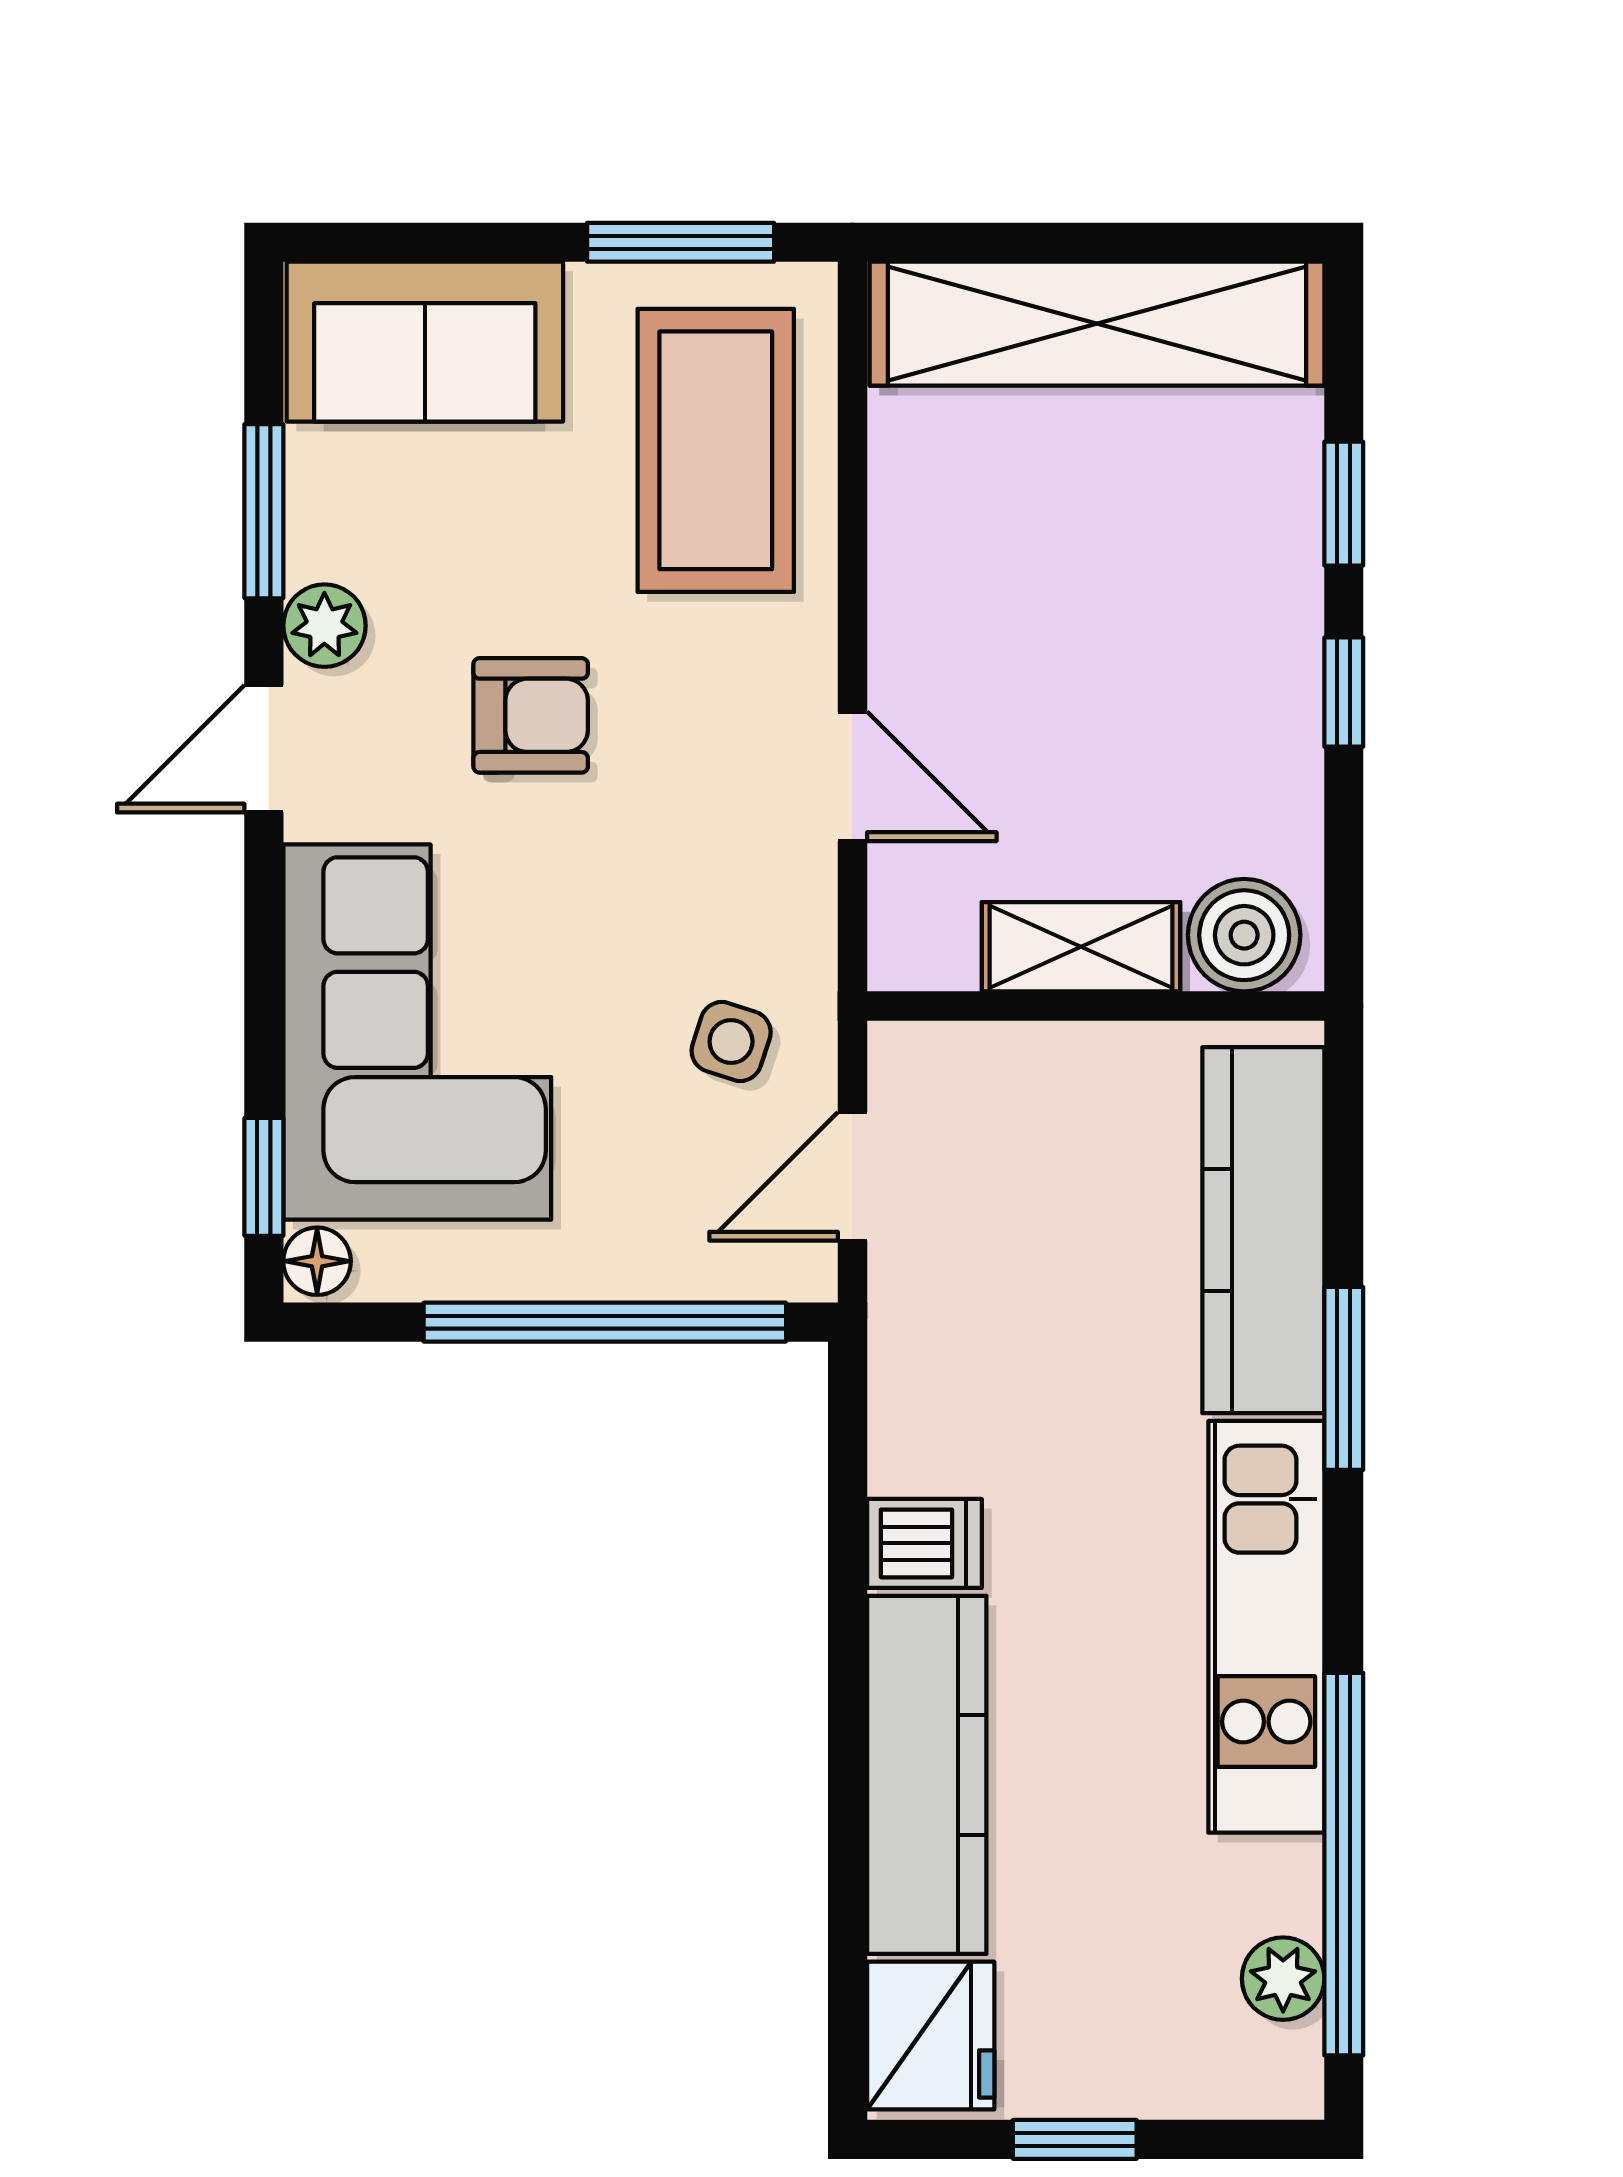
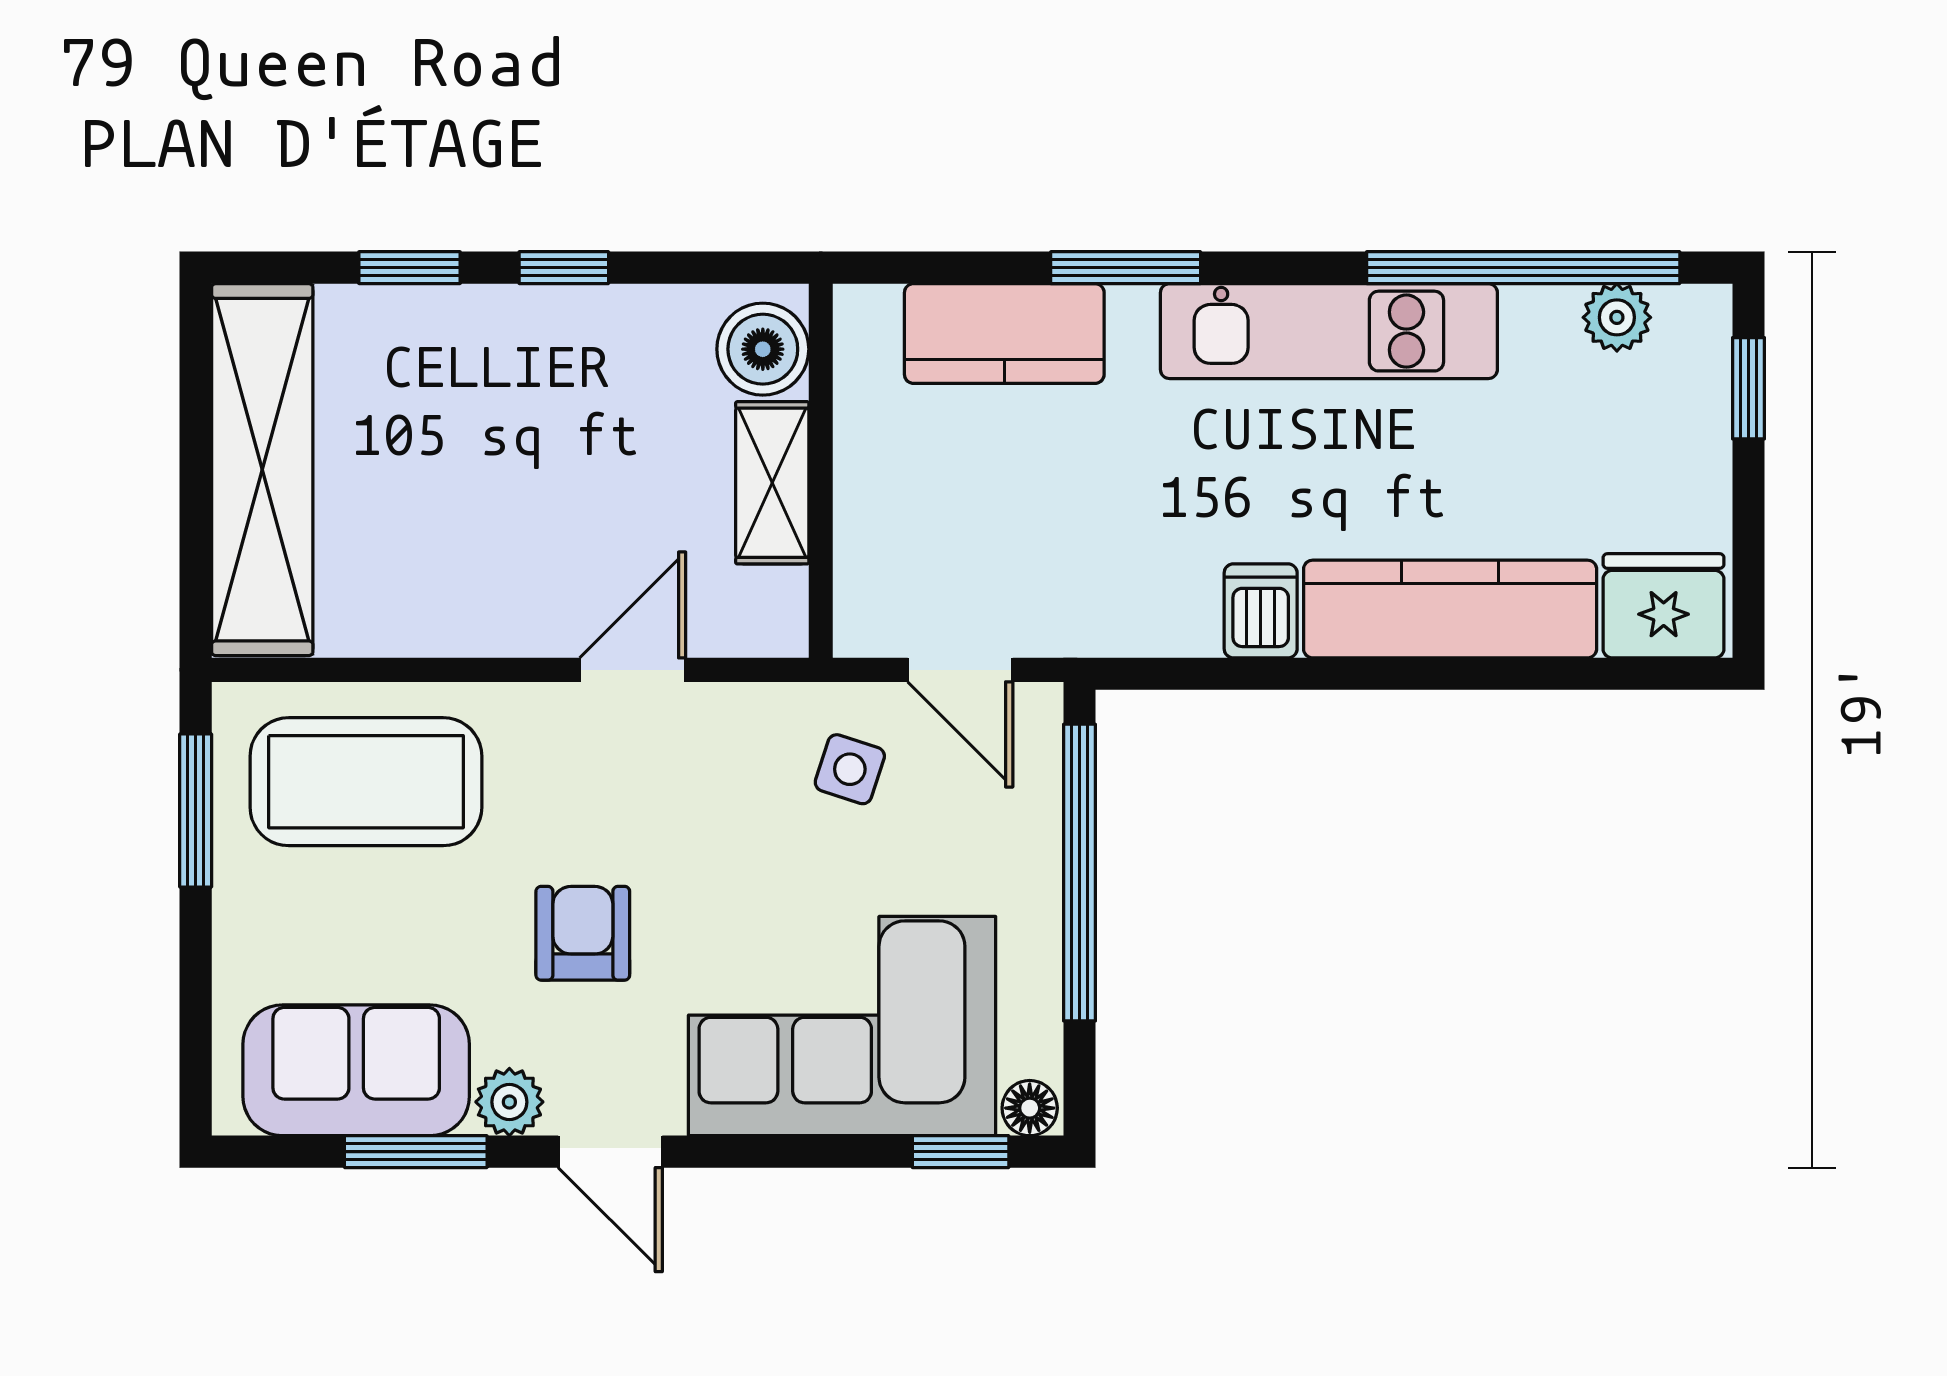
sofa: (425, 342) -> (356, 1070), moved, turned -90
kitchen counter: (1263, 1230) -> (1004, 334), width x0.67
window: (1075, 2139) -> (1748, 388), moved

